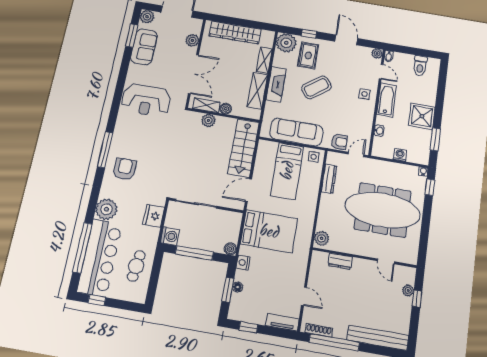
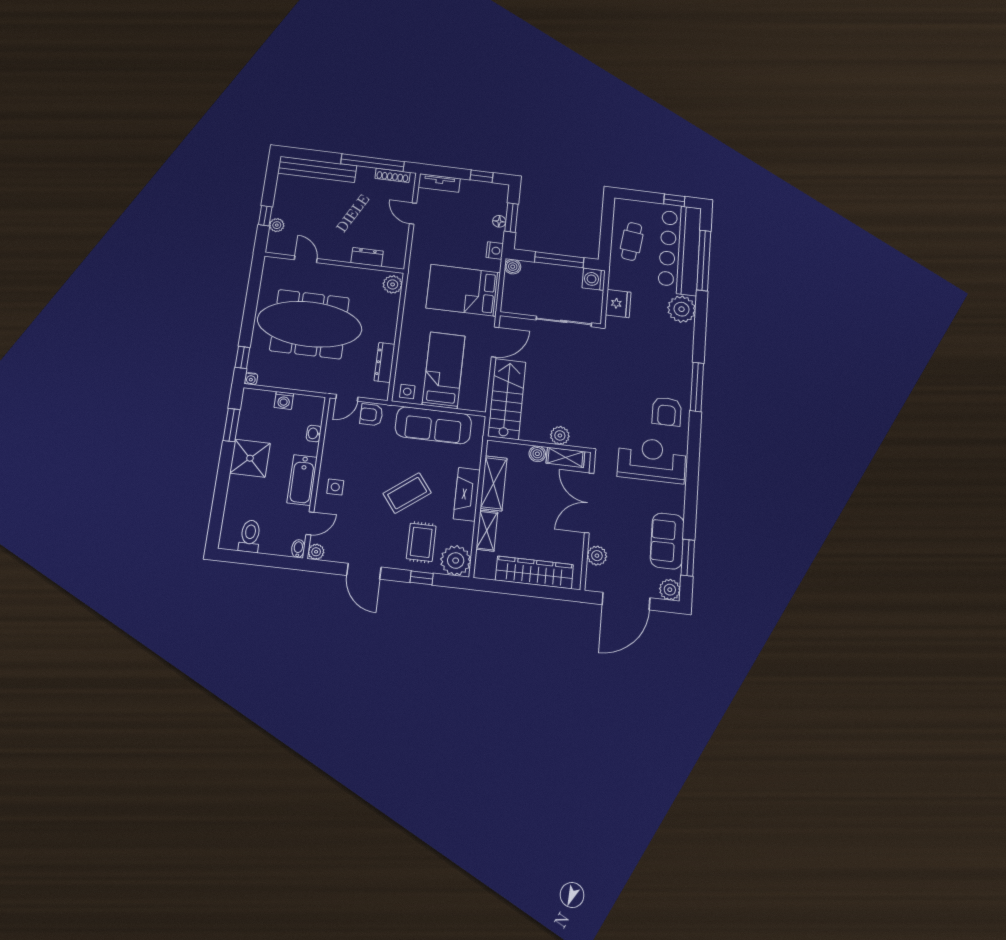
door: (381, 72) -> (310, 523), swing flipped
armchair: (125, 169) -> (667, 411), moved

